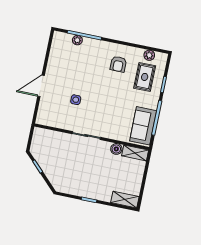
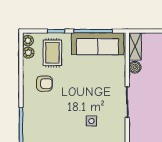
plant: (77, 40) -> (28, 41), moved
rug: (145, 77) -> (52, 53), turned 90
sofa: (143, 126) -> (98, 44), width x1.36

